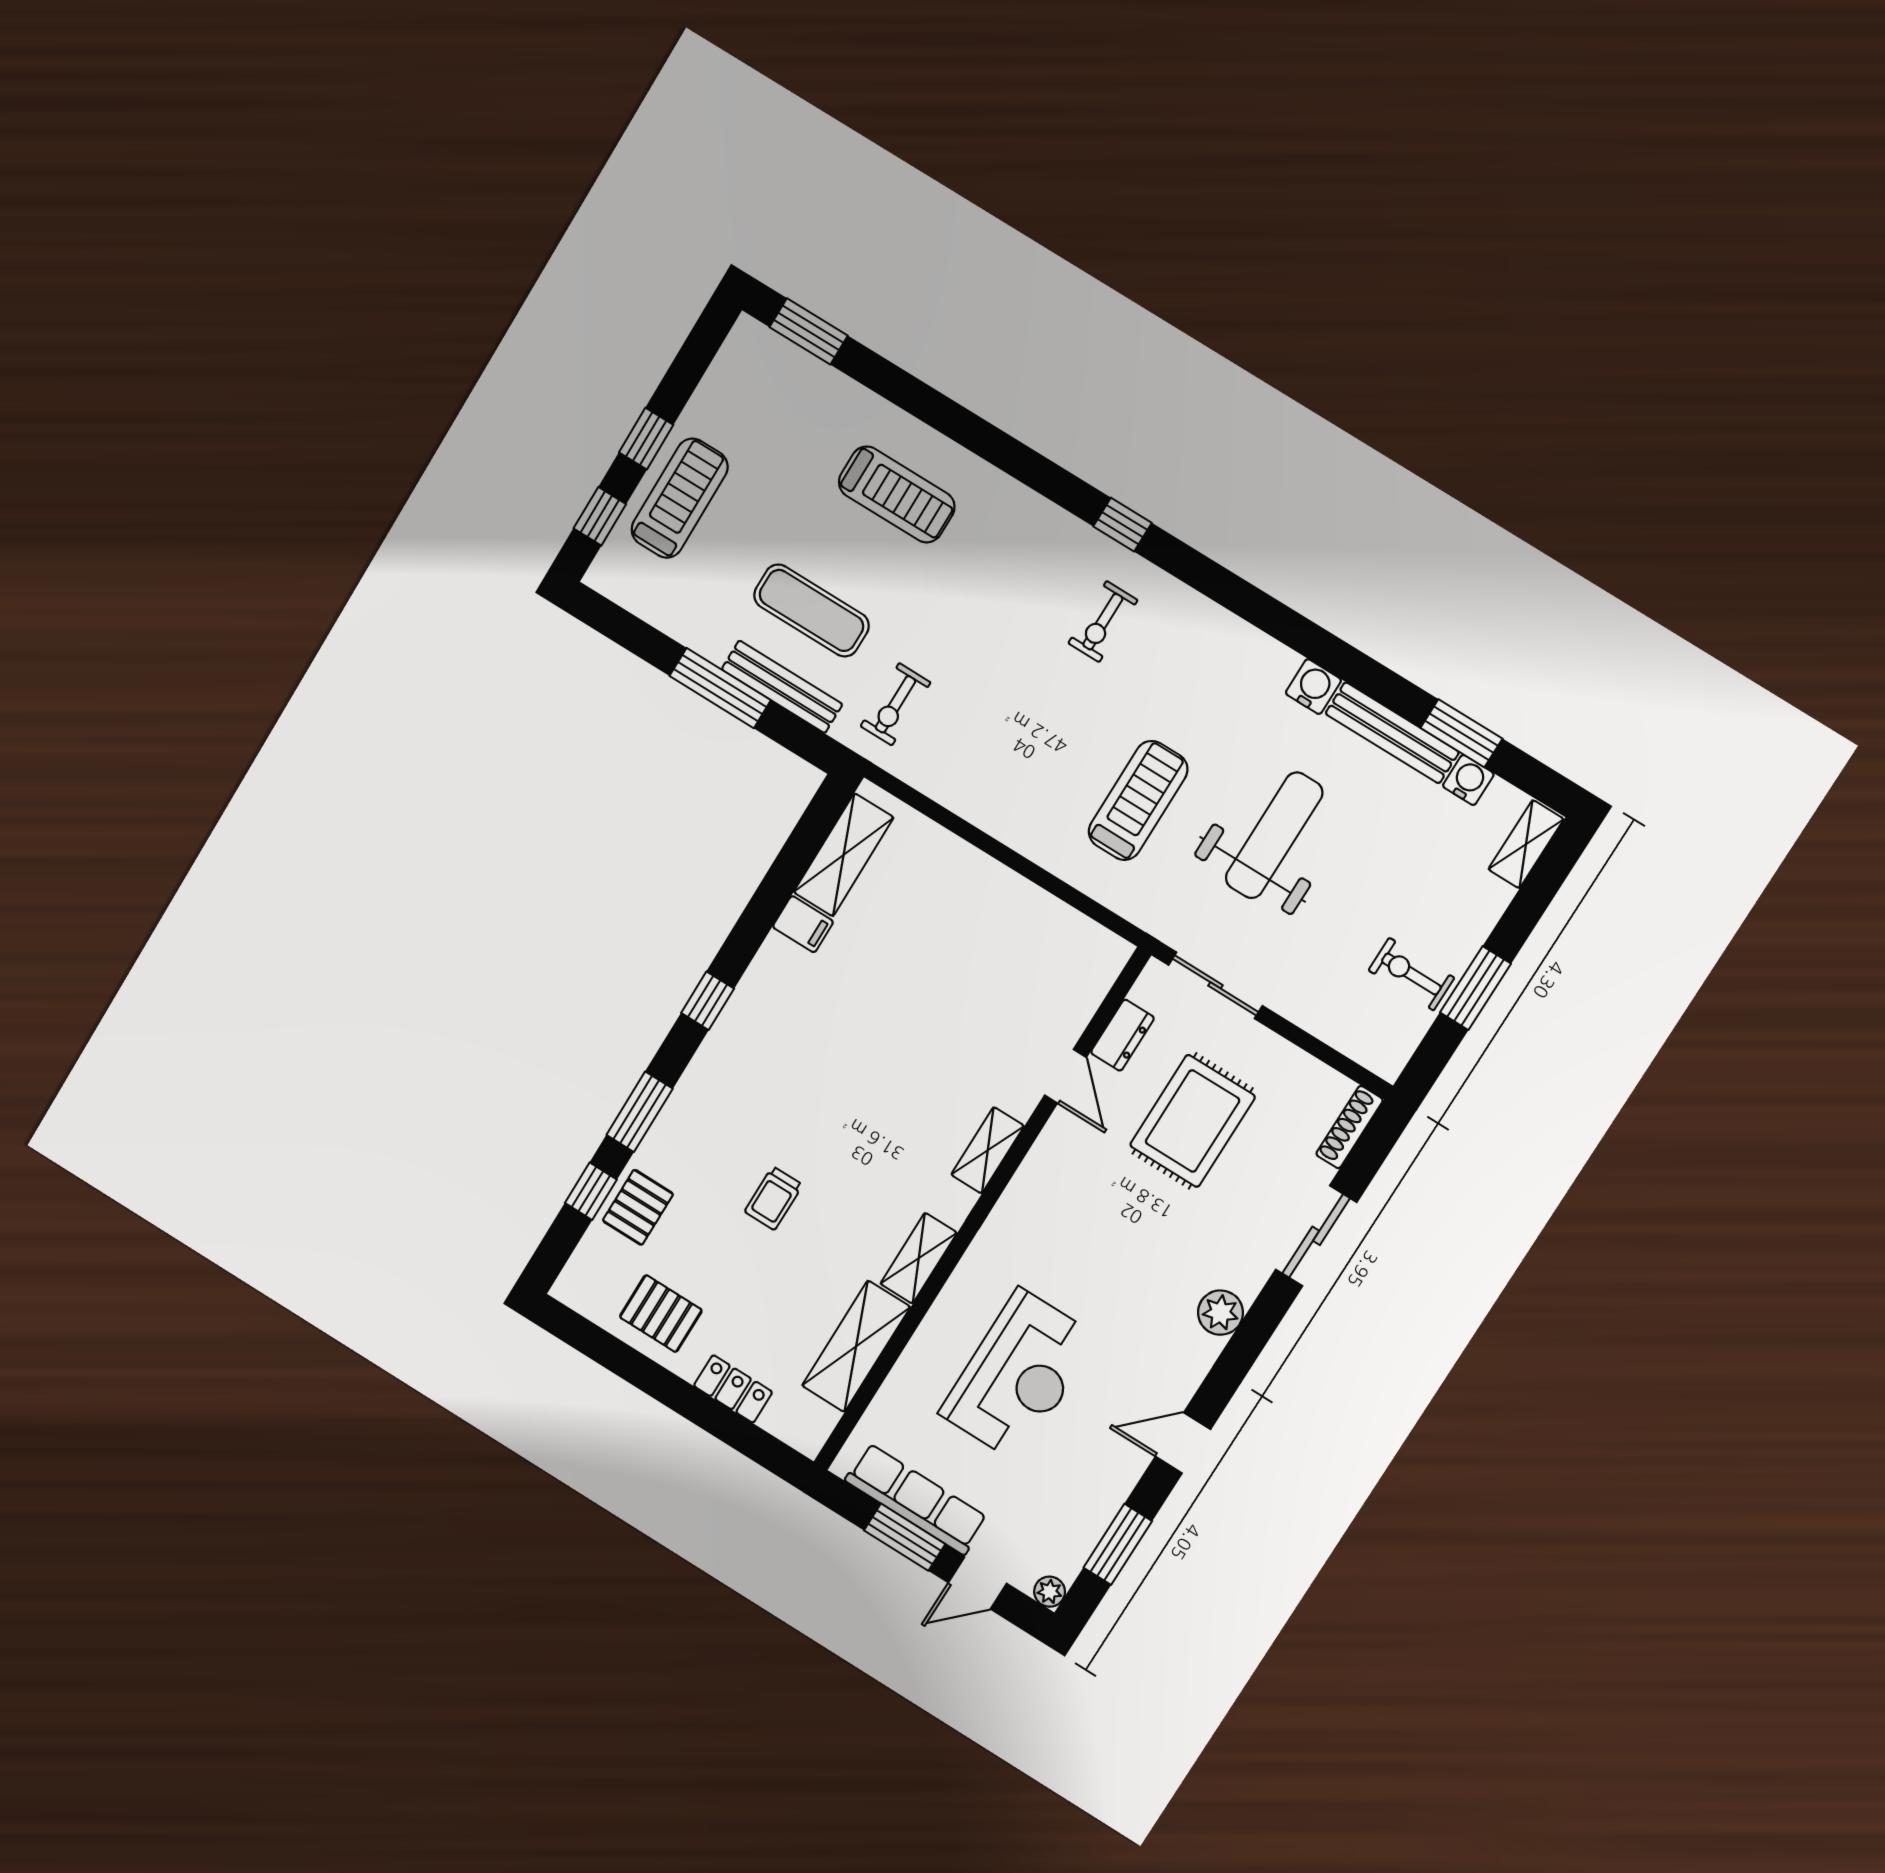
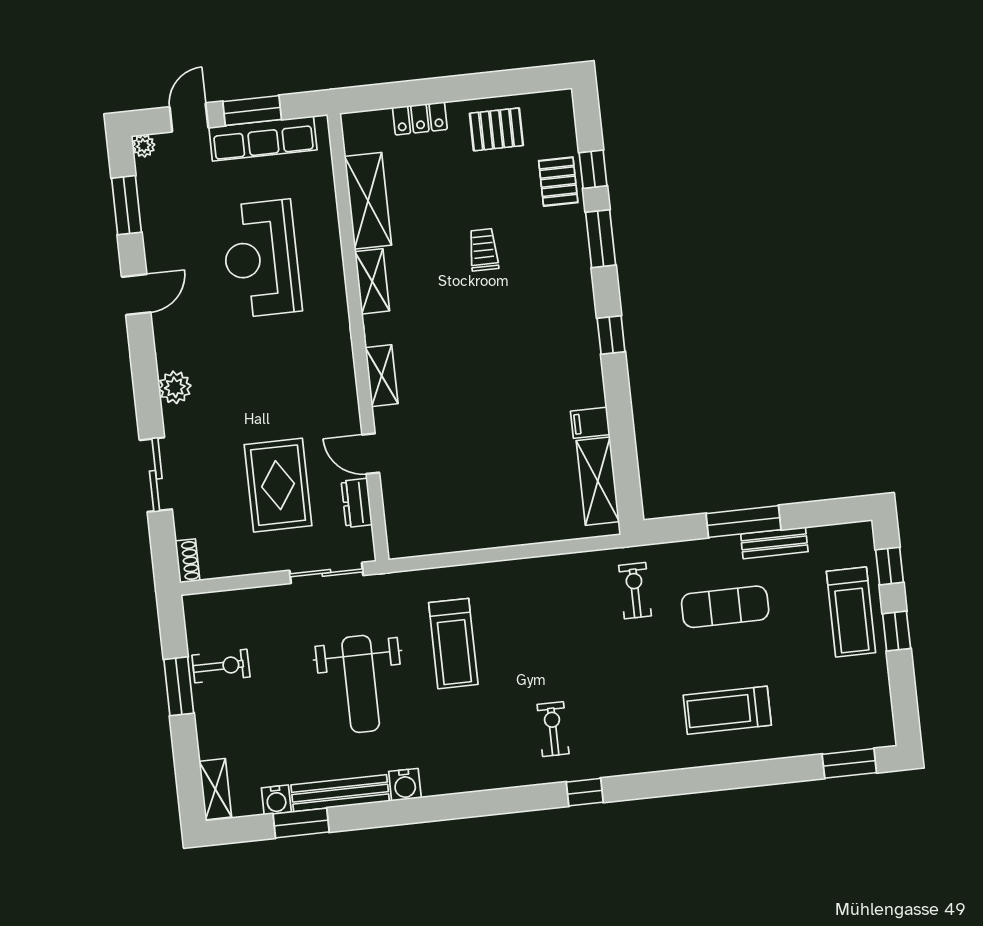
bench: (782, 687) -> (774, 543), moved, width x0.73
shoe rack: (1349, 1127) -> (187, 561), width x0.70

